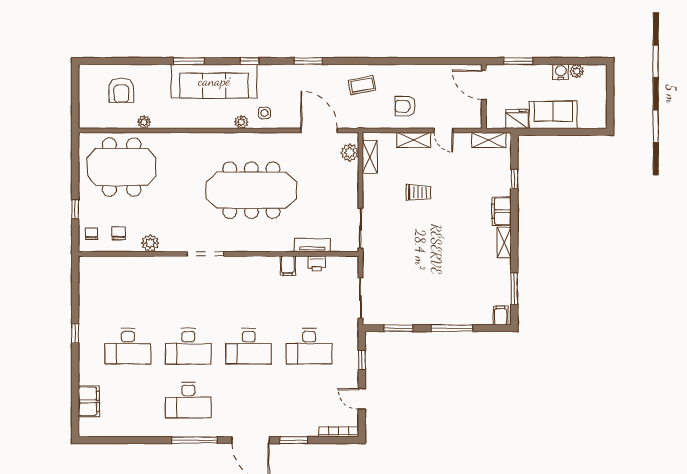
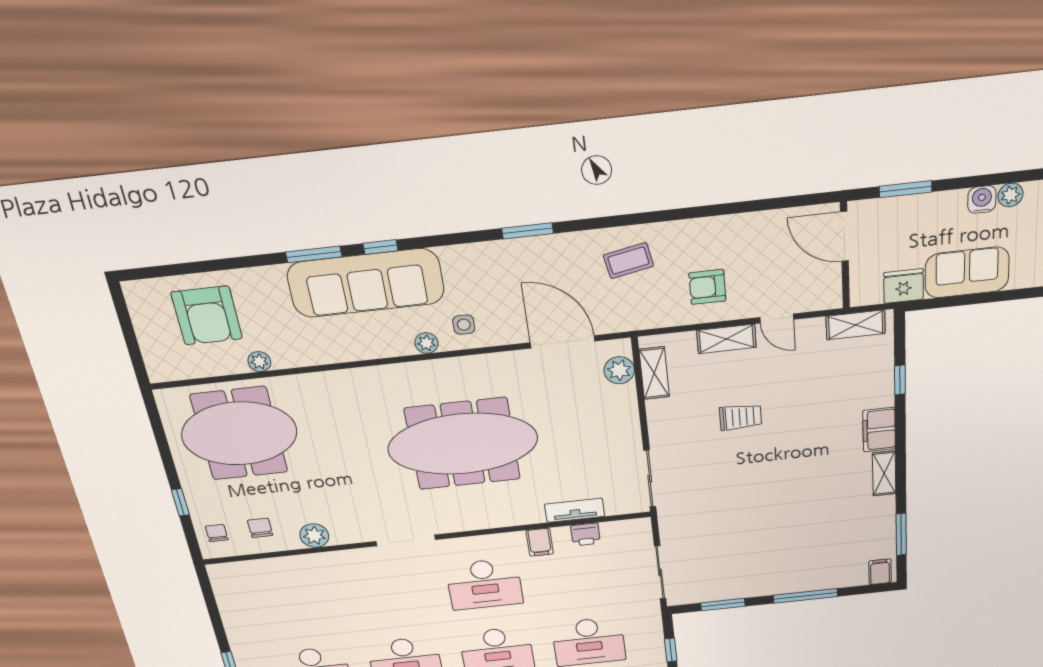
window: (250, 61) -> (380, 247), moved
armchair: (121, 90) -> (207, 316), width x1.36, depth x1.36
desk: (249, 293) -> (484, 584), added

